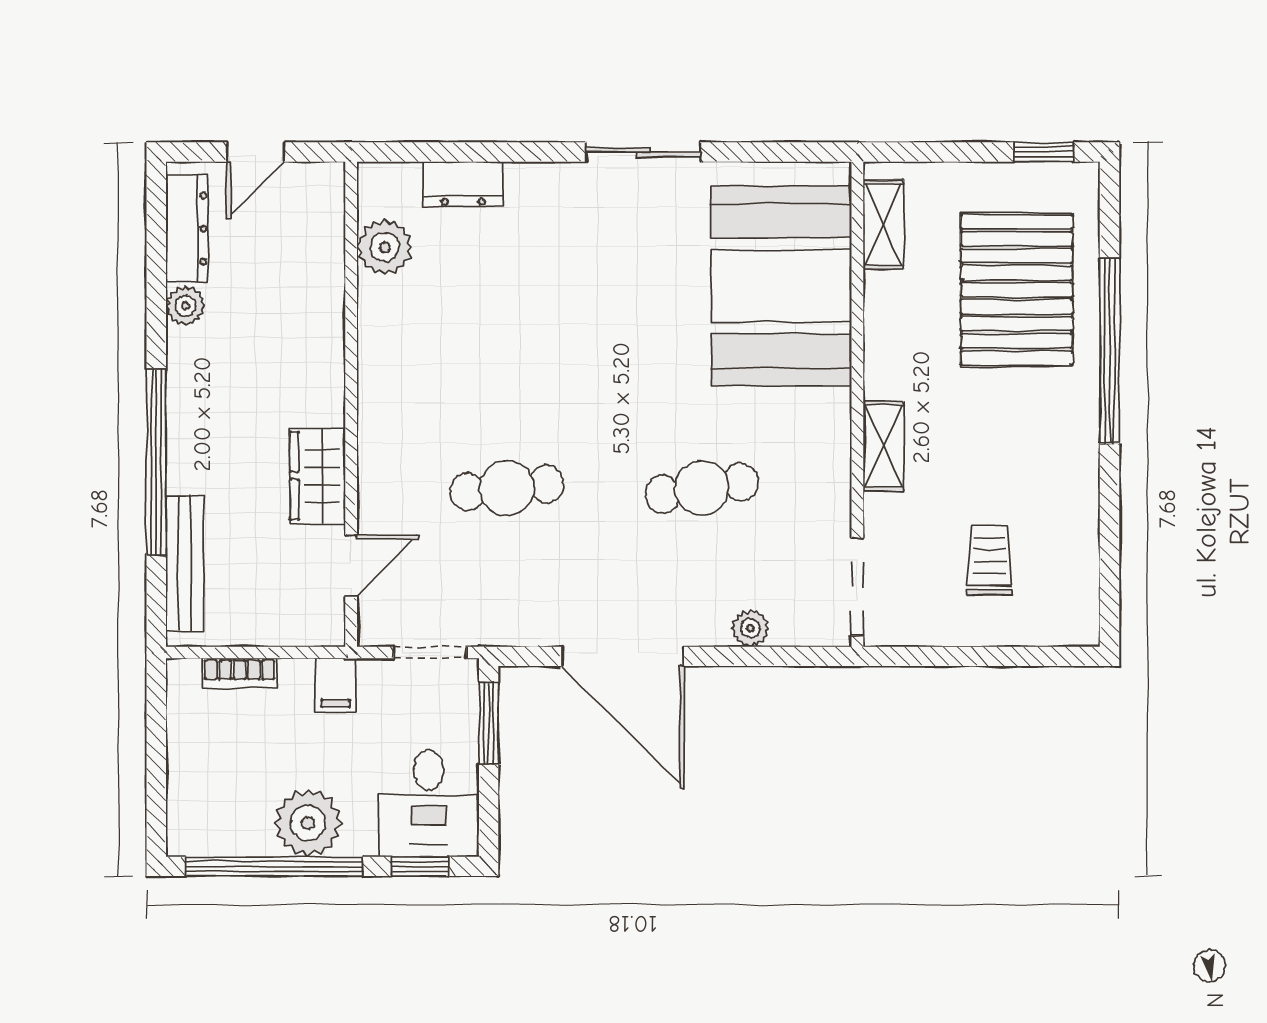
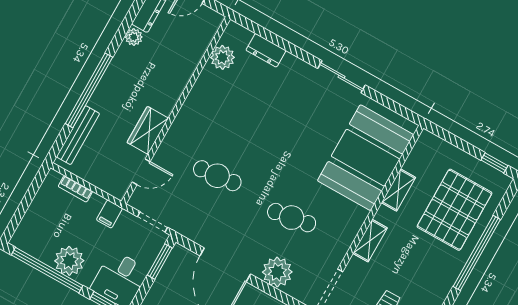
shelving: (883, 225) -> (398, 190), moved
plant: (750, 628) -> (277, 272), width x1.88, depth x1.88

